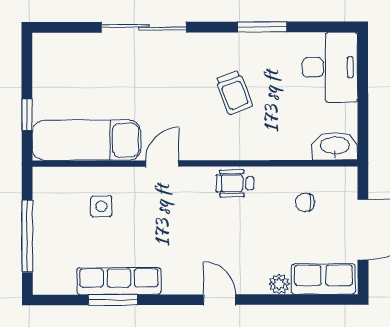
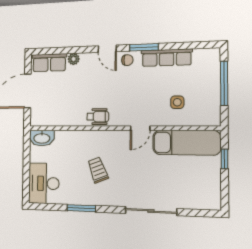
chair: (305, 202) -> (127, 60), moved
window: (113, 300) -> (144, 47), moved

